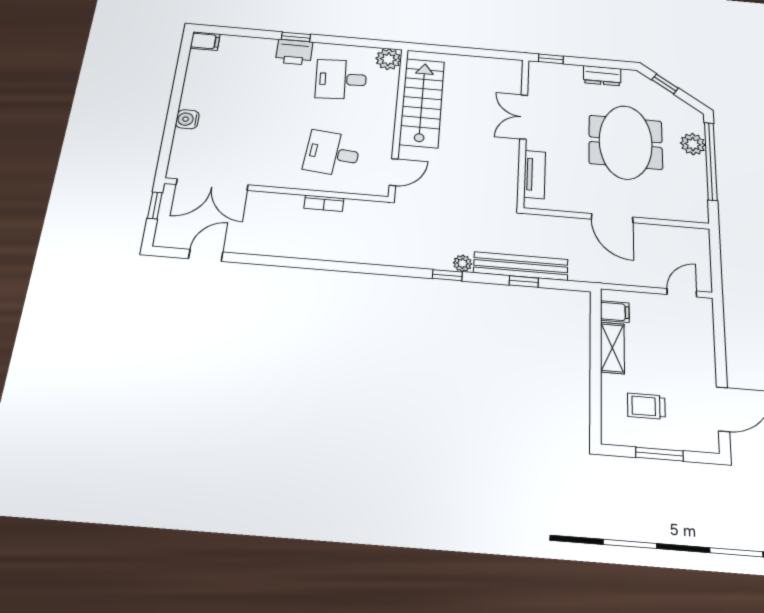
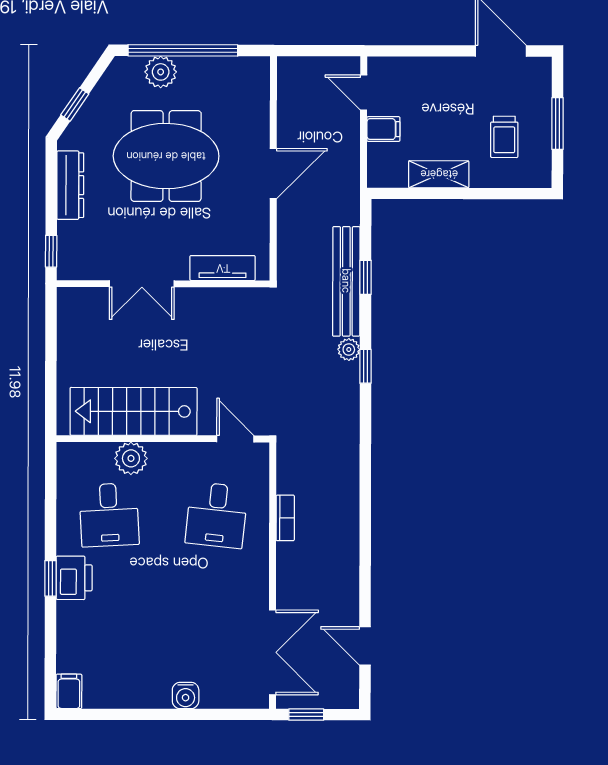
plant: (388, 59) -> (131, 458), moved
dresser: (602, 76) -> (70, 185), width x1.44
filing cabinet: (615, 312) -> (383, 129), moved, turned 90

